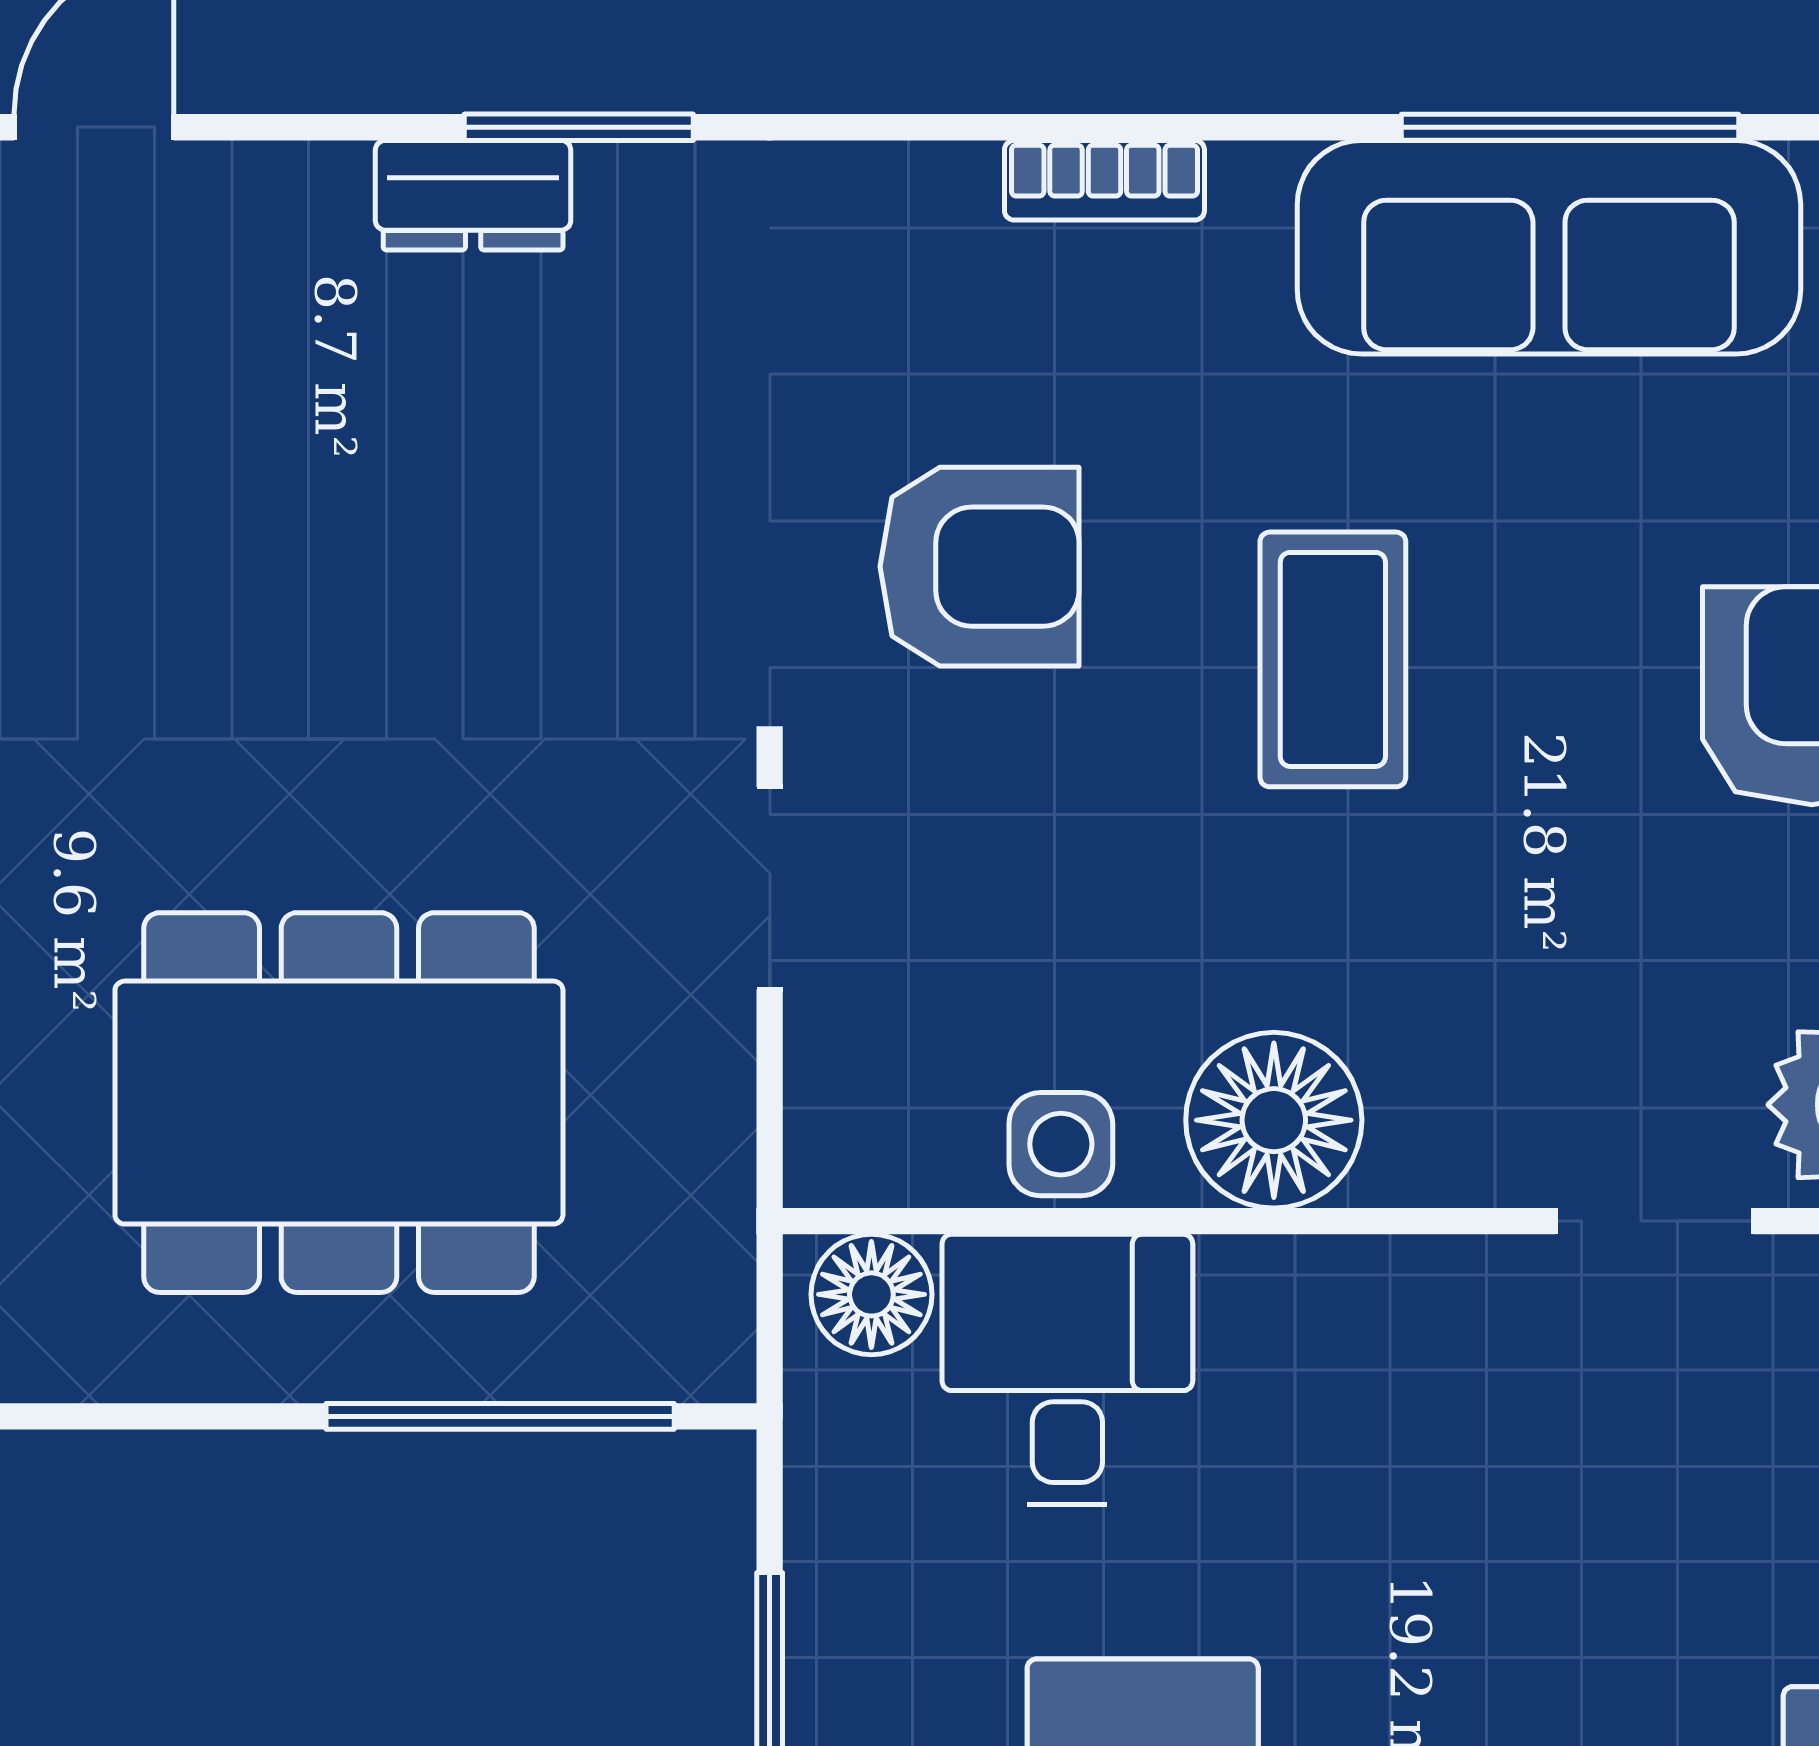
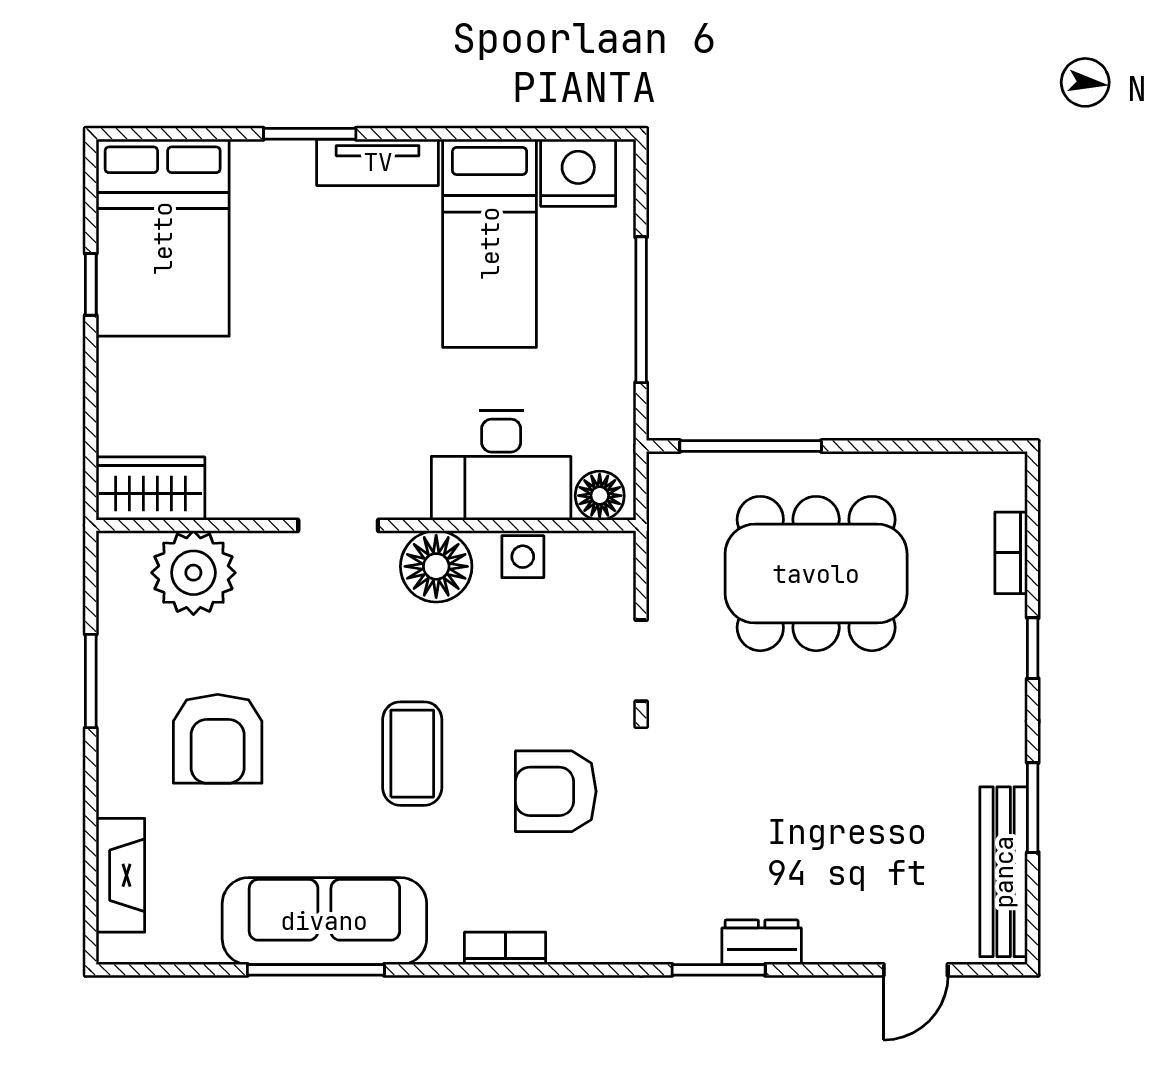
doorway: (1654, 1221) -> (338, 525), moved
desk: (1067, 1369) -> (501, 465), width x1.37

